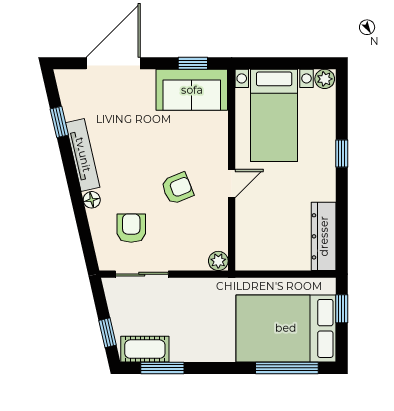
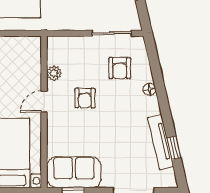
tv unit: (83, 155) -> (161, 142), moved
armchair: (177, 188) -> (85, 98), turned -68
plant: (218, 261) -> (54, 73), moved

